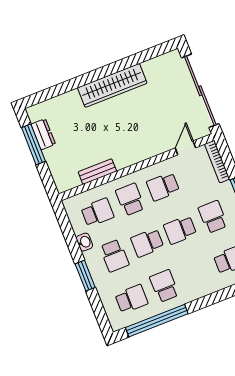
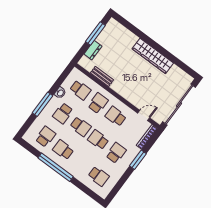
dresser: (43, 134) -> (93, 50), moved
school desk: (147, 243) -> (81, 126), turned 180
window: (85, 276) -> (43, 104), width x1.44
school desk: (164, 286) -> (63, 150), turned -90
school desk: (131, 299) -> (45, 137), turned -90
window: (157, 321) -> (56, 167), moved

